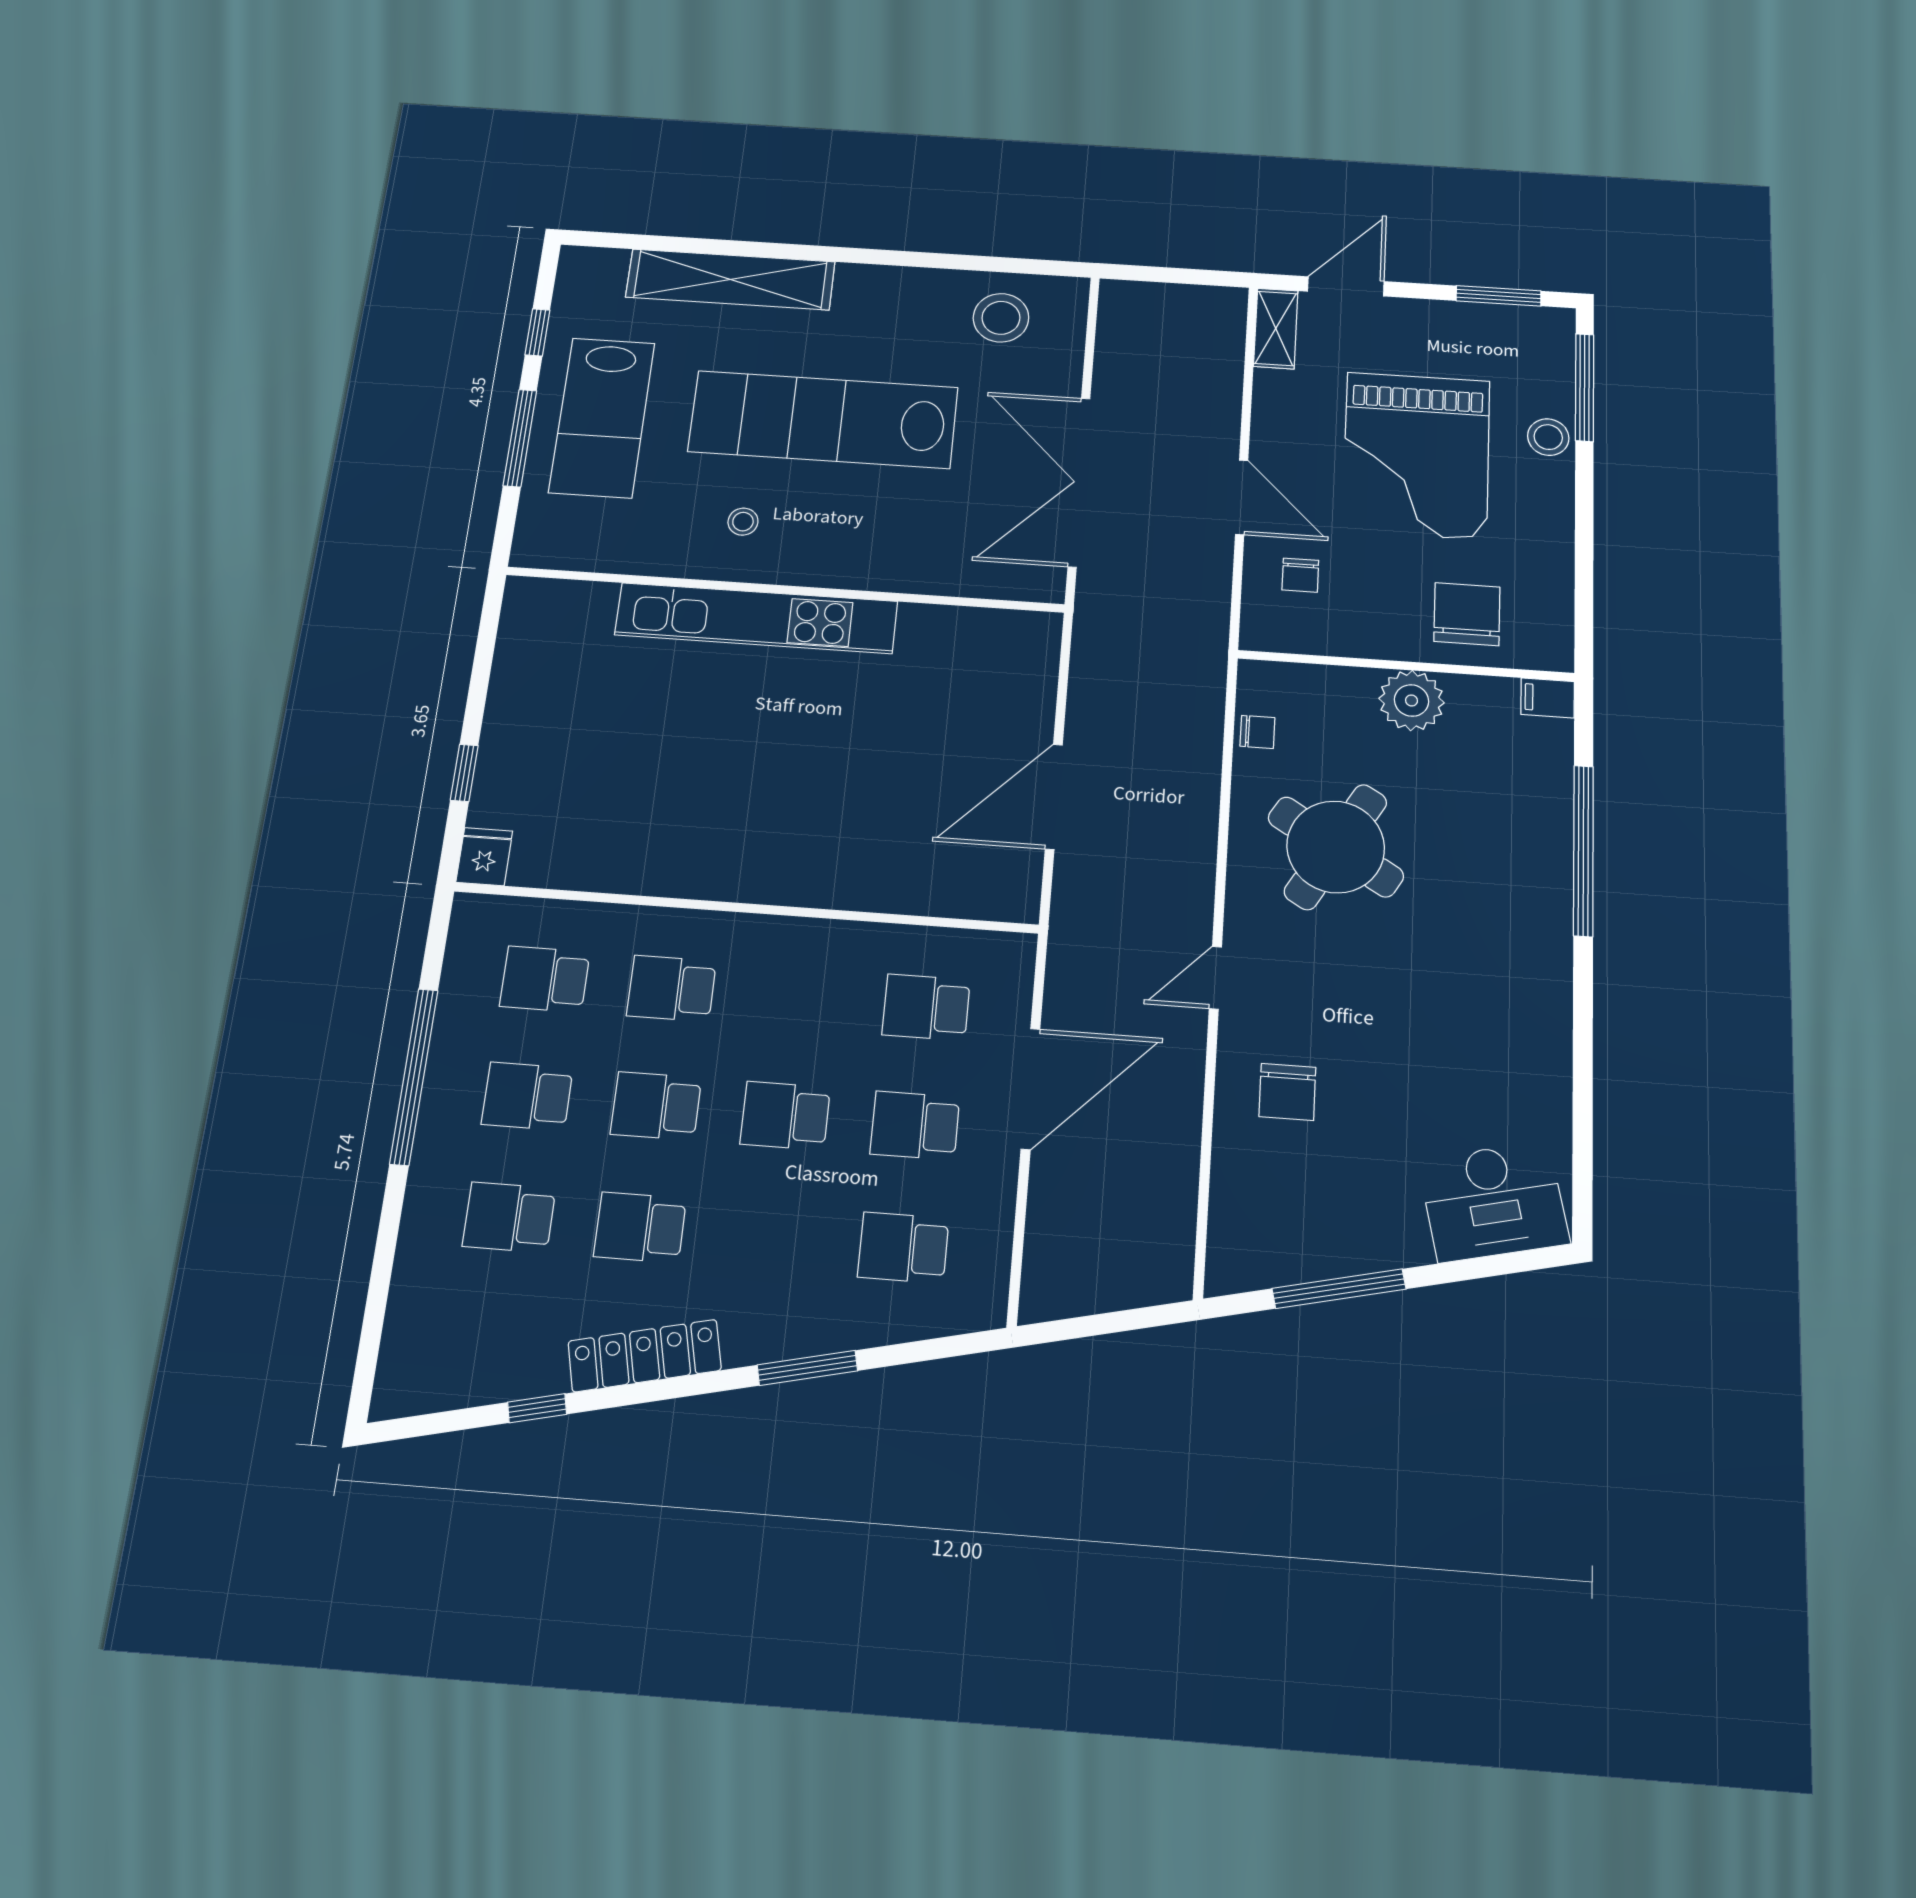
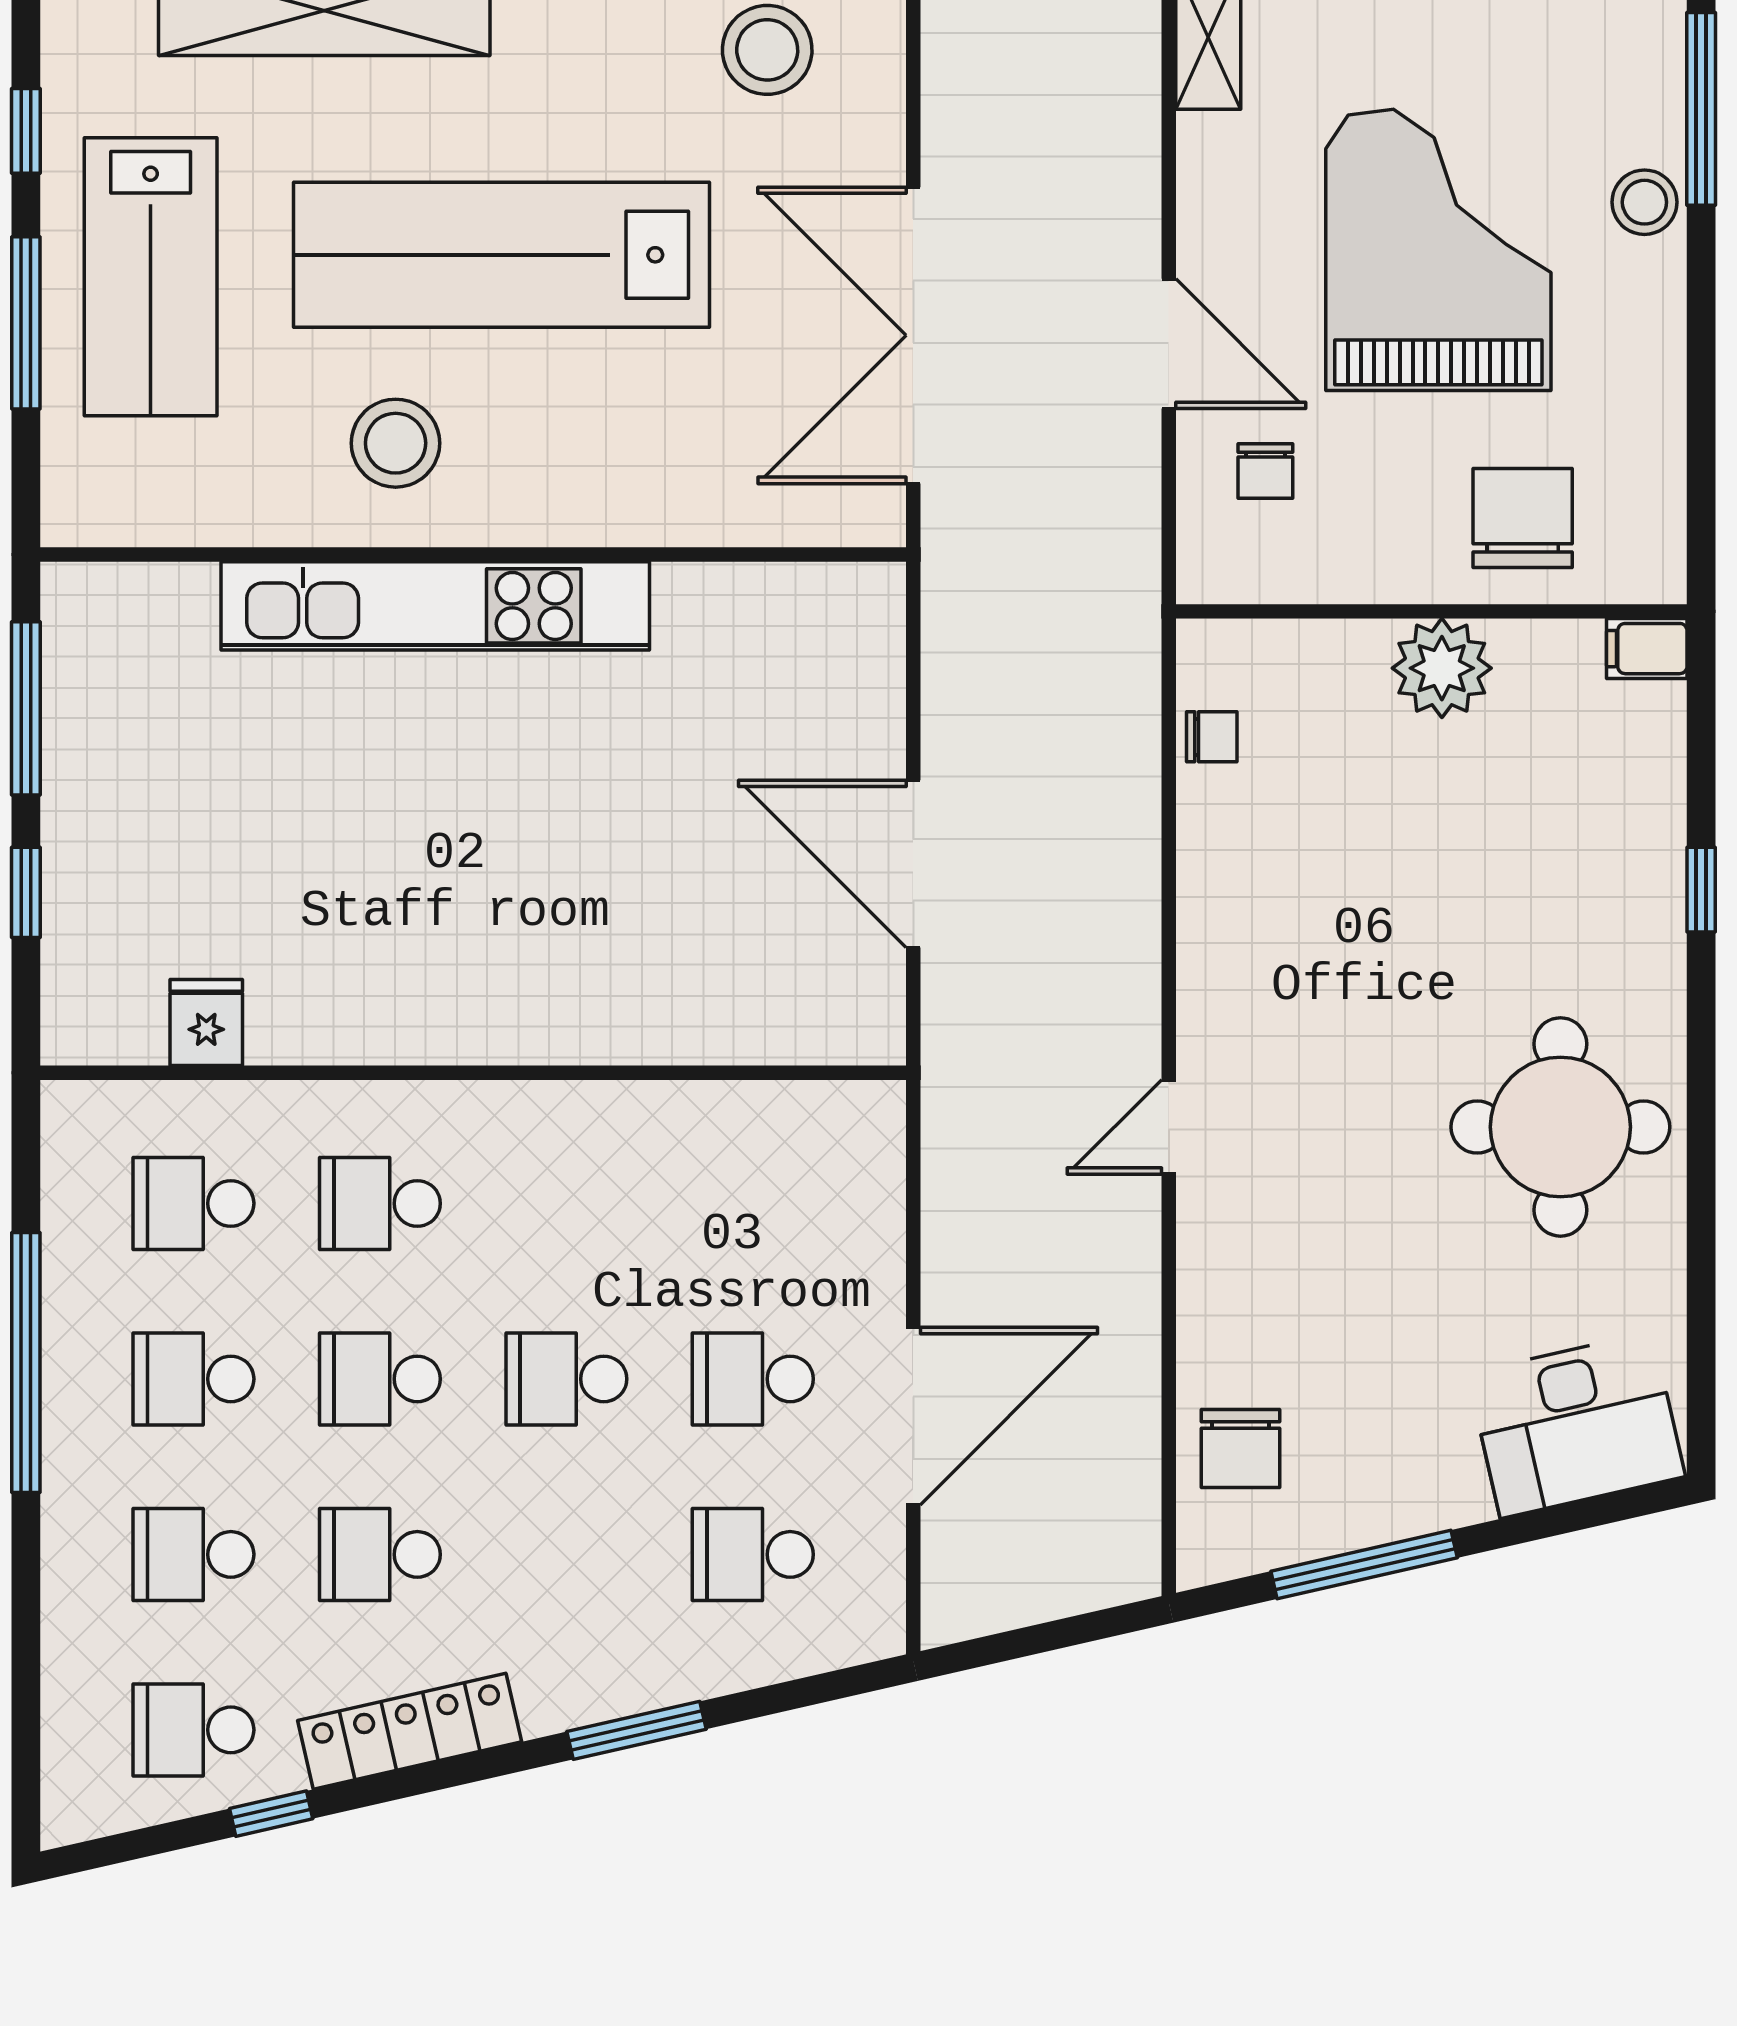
grand piano: (1416, 455) -> (1438, 250), turned 180
stool: (743, 522) -> (396, 443), width x1.89, depth x1.89
window: (483, 661) -> (26, 708), added
door: (1054, 797) -> (913, 864), hinge flipped
round table: (1336, 847) -> (1560, 1127), moved, turned -31
window: (1583, 850) -> (1701, 890), width x0.32
fridge: (484, 857) -> (206, 1022), moved
school desk: (926, 1007) -> (193, 1730), moved
door: (1031, 1089) -> (913, 1416), moved
chair: (1287, 1092) -> (1241, 1449), moved

